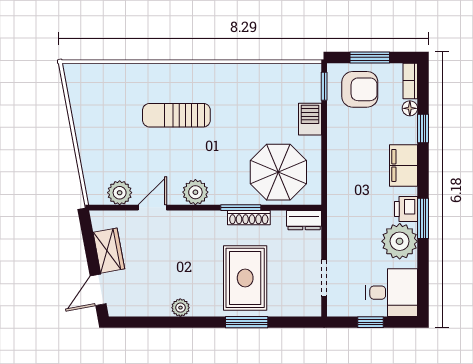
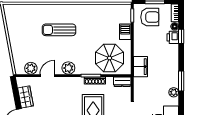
filing cabinet: (404, 165) -> (140, 67), moved, turned 180
printer: (406, 209) -> (173, 37), moved
plant: (400, 241) -> (174, 92), width x0.53, depth x0.53

